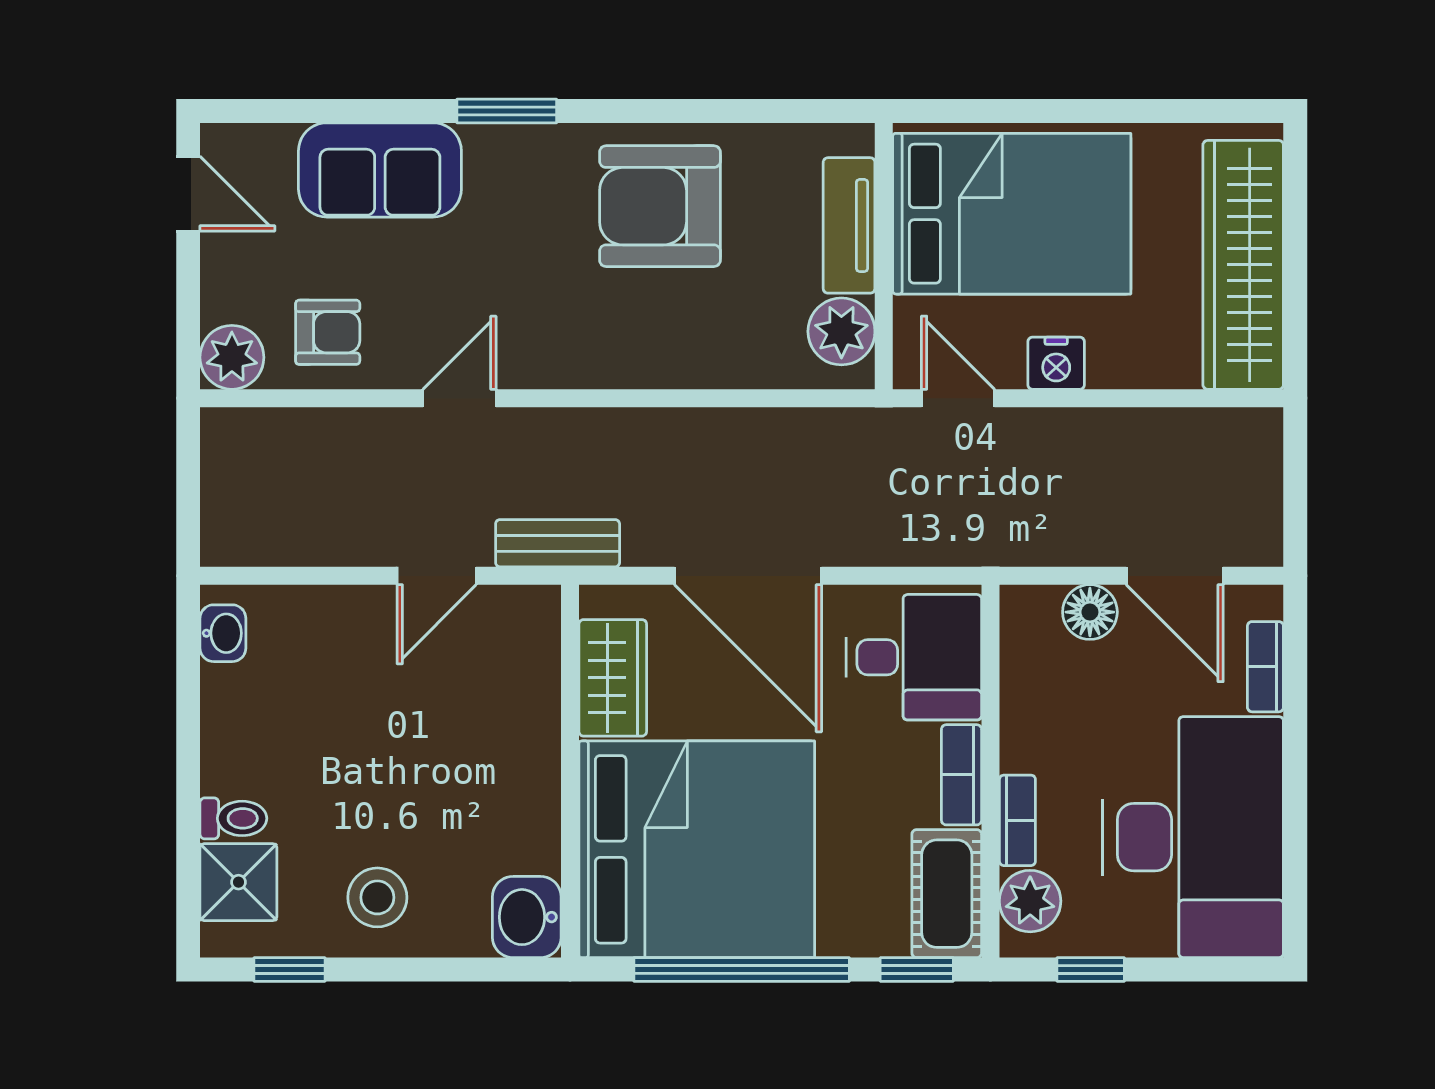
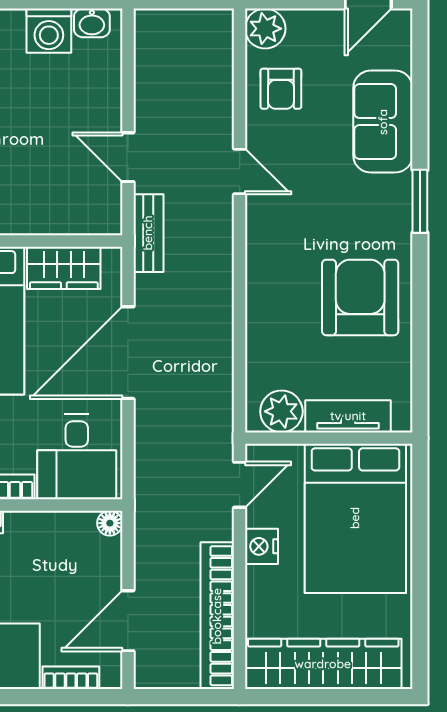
bookcase: (1167, 434) -> (217, 616), added
floor lamp: (1090, 612) -> (110, 523), moved, width x0.73, depth x0.73
washing machine: (235, 702) -> (49, 31), added

